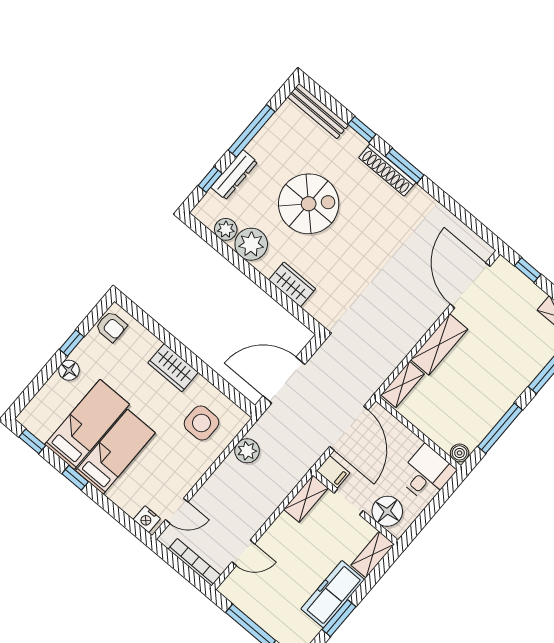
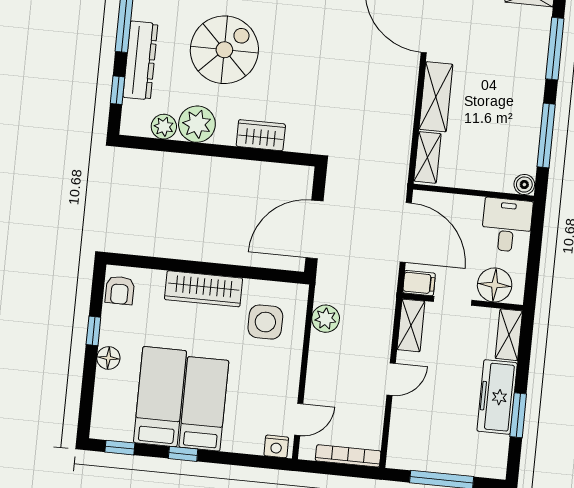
dresser: (234, 175) -> (140, 60), width x1.37, depth x1.24
armchair: (111, 327) -> (120, 290), turned 90
wardrobe: (173, 368) -> (204, 289), width x1.50
door: (243, 553) -> (391, 379), moved

